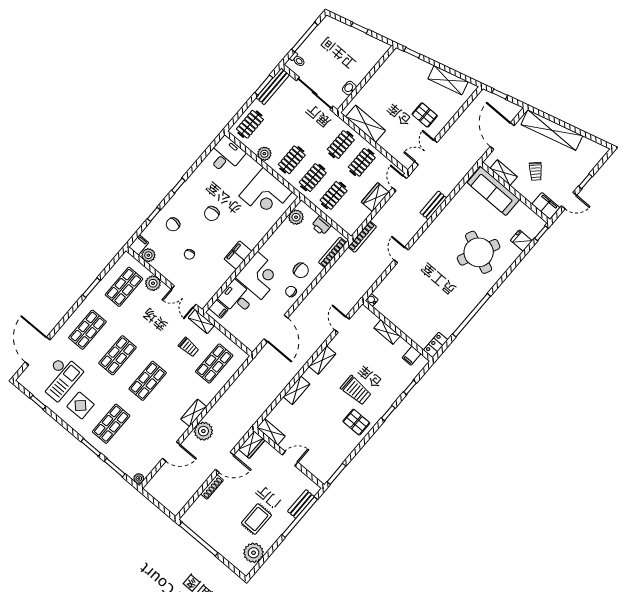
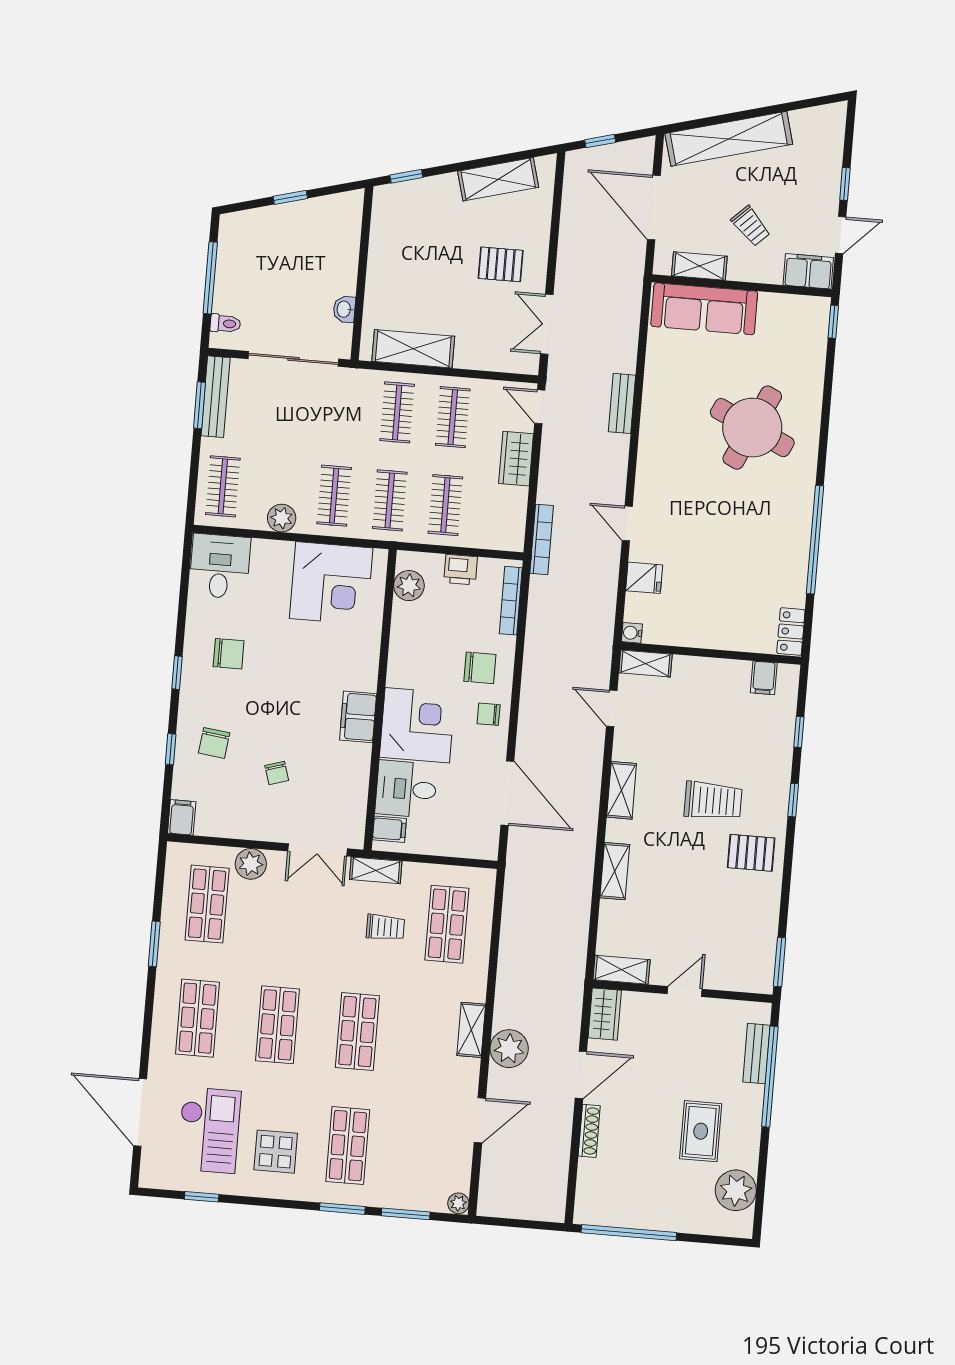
chair: (212, 214) -> (229, 654), moved, turned -83
fridge: (521, 241) -> (644, 578), moved, turned 180
plant: (148, 255) -> (210, 823), removed
shelving: (387, 332) -> (645, 663), moved

